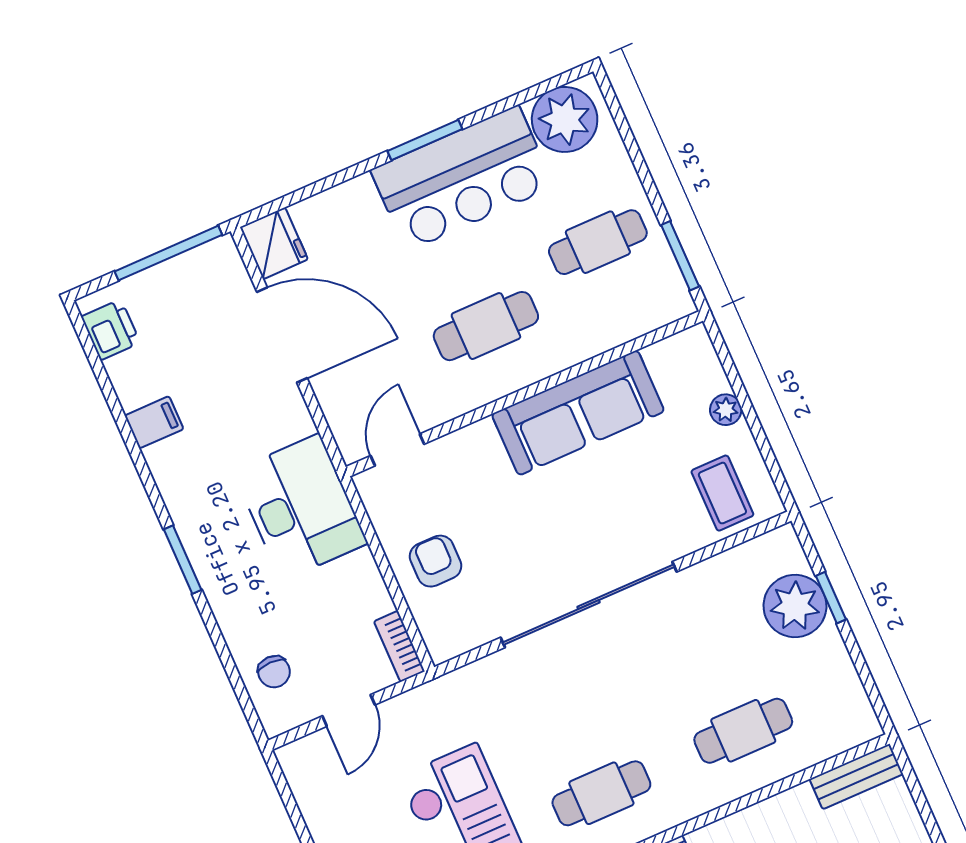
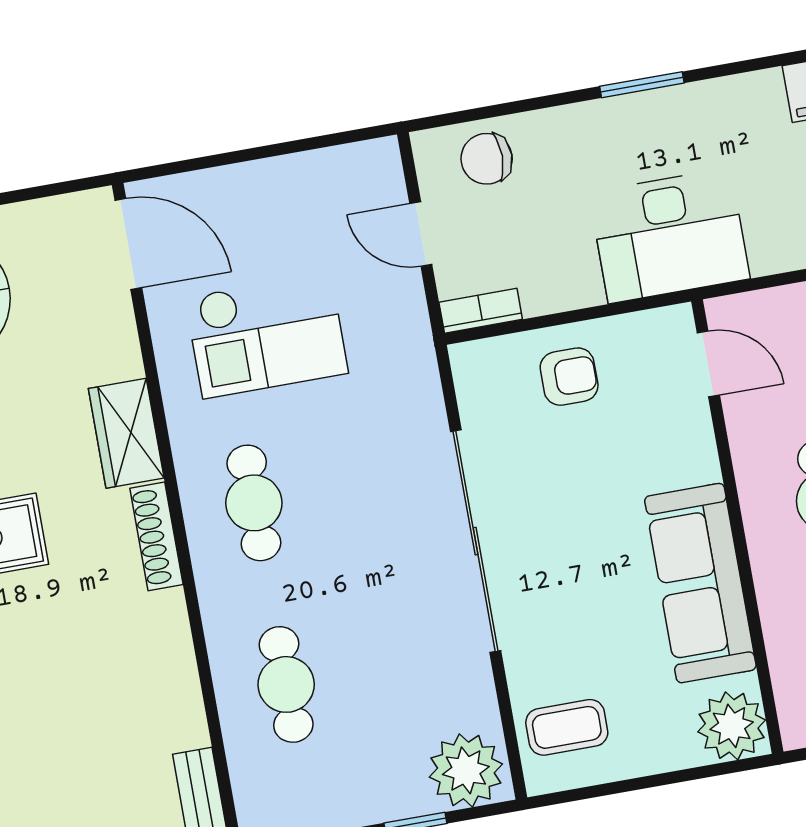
plant: (726, 410) -> (732, 726), moved, width x1.87, depth x1.87
plant: (795, 606) -> (466, 770), moved
chair: (274, 672) -> (487, 159), width x1.37, depth x1.37

